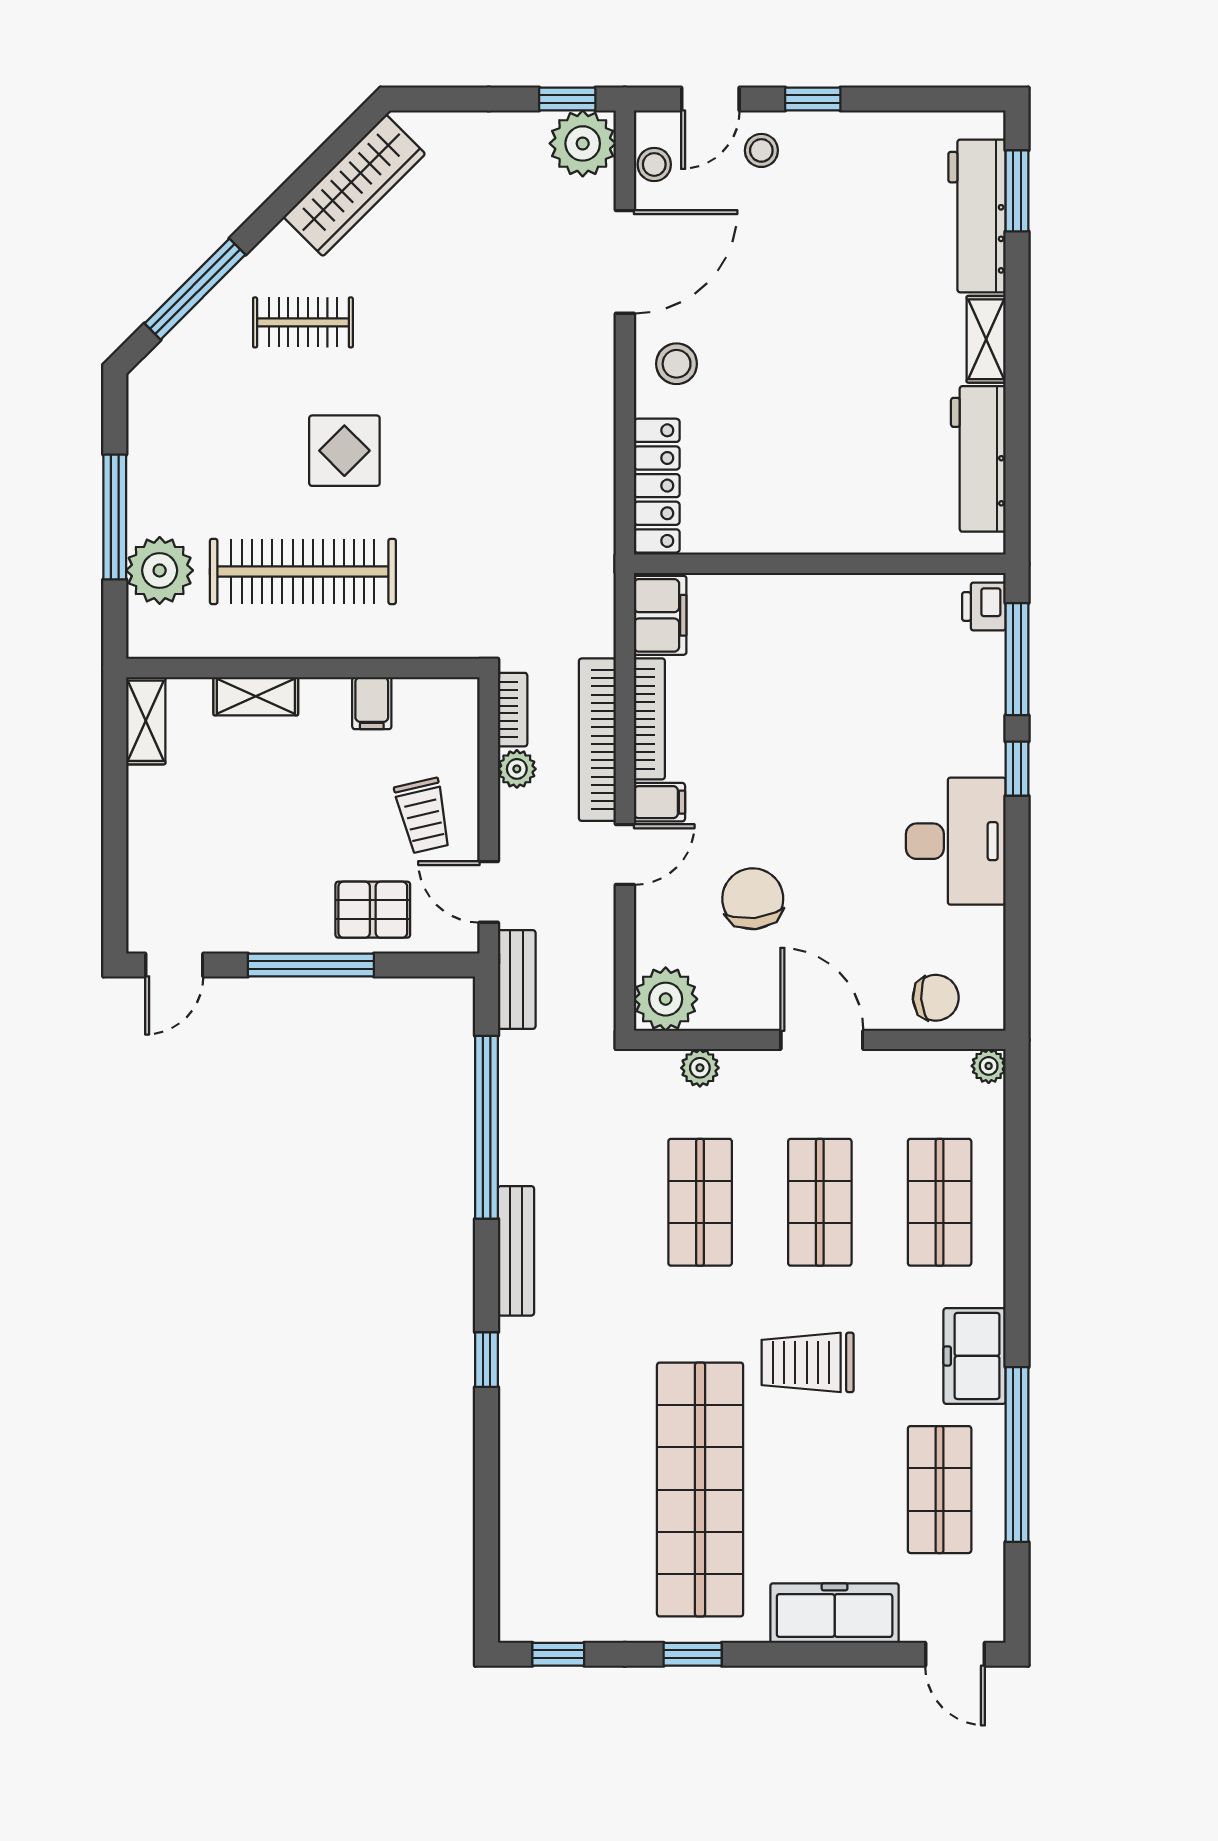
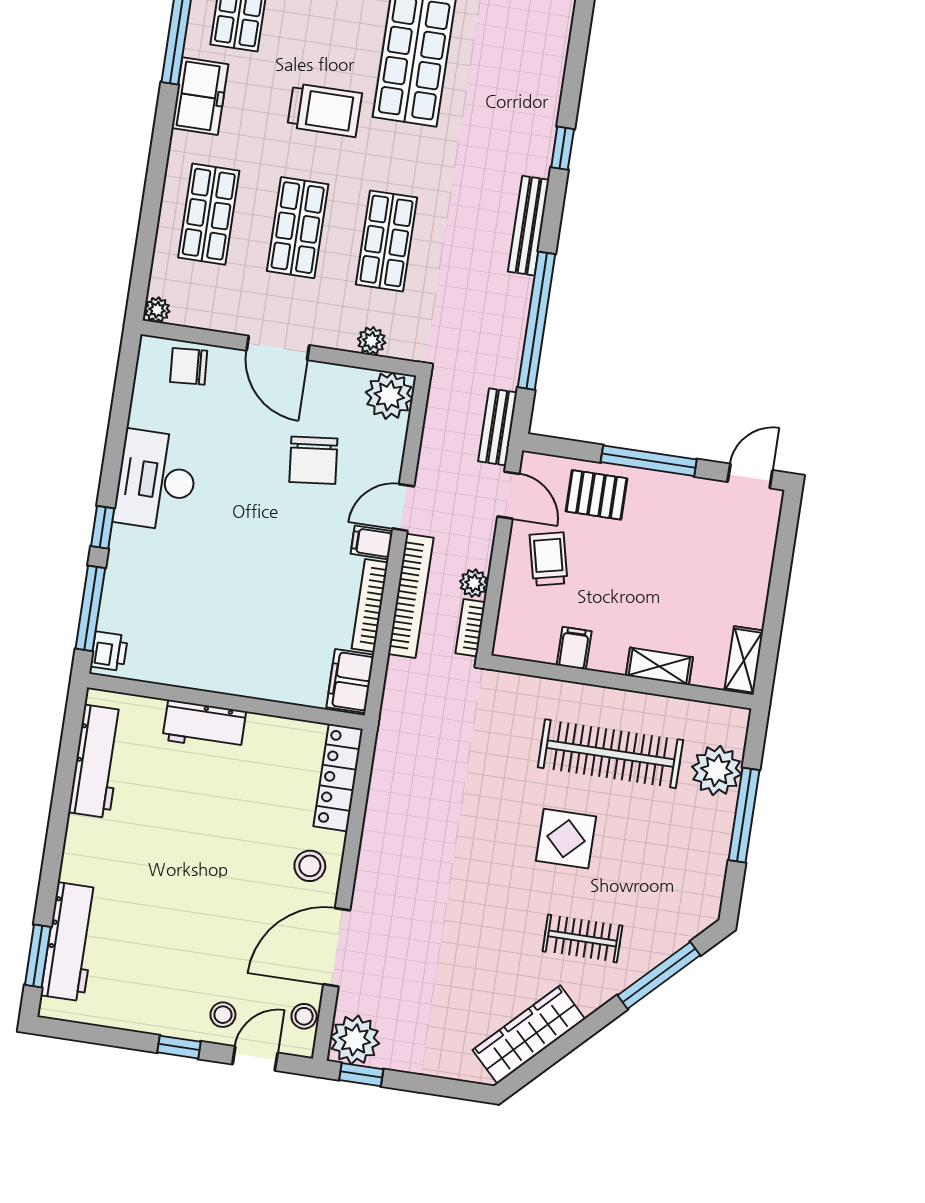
shelving: (986, 339) -> (77, 849), removed
workbench: (844, 528) -> (204, 726), added

